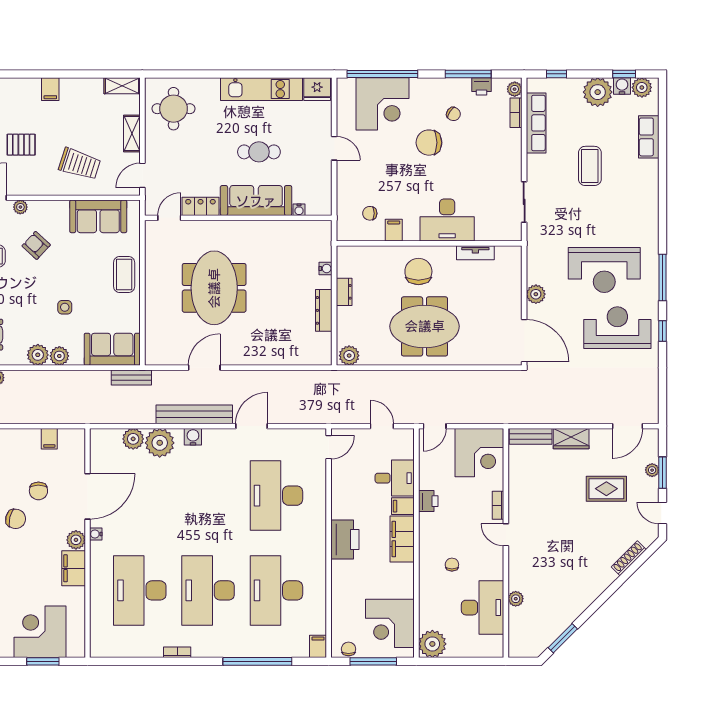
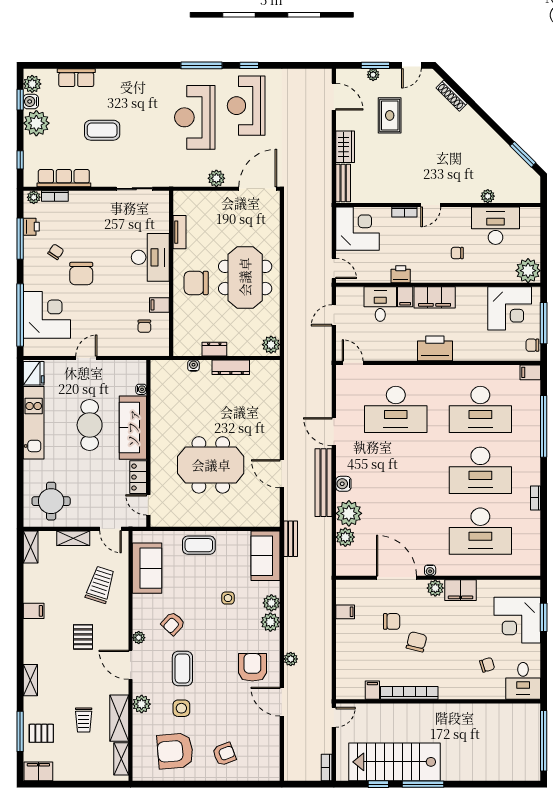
cafe table: (259, 152) -> (90, 425), width x1.37, depth x1.35
reception desk: (604, 270) -> (195, 117), turned 180

